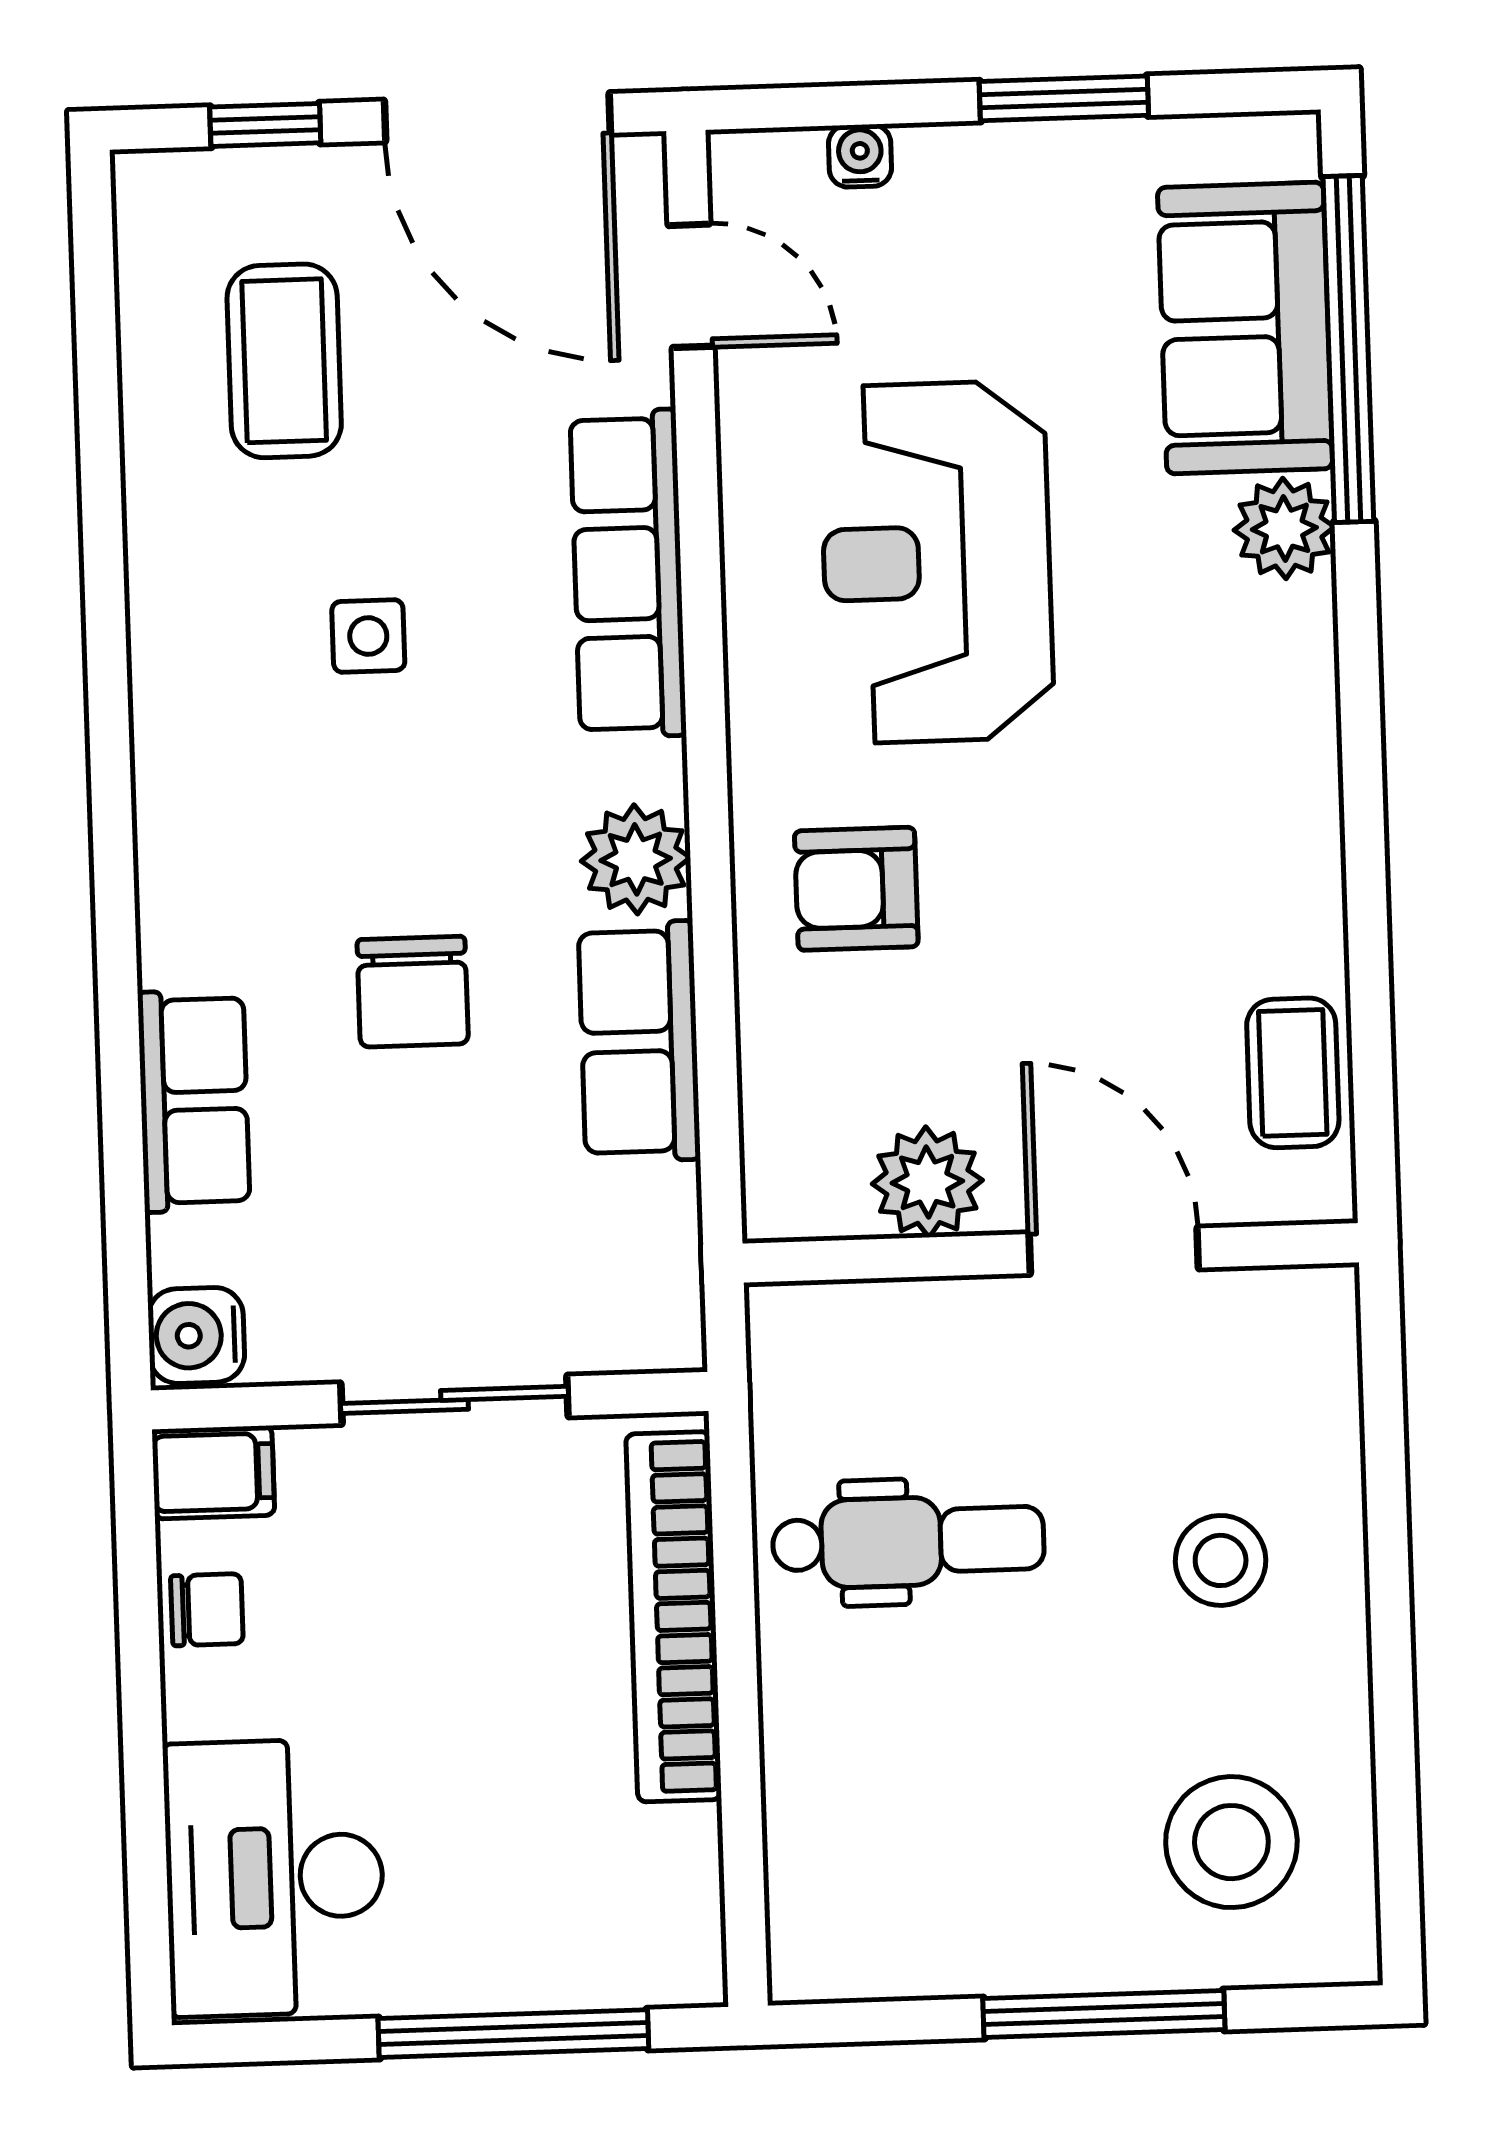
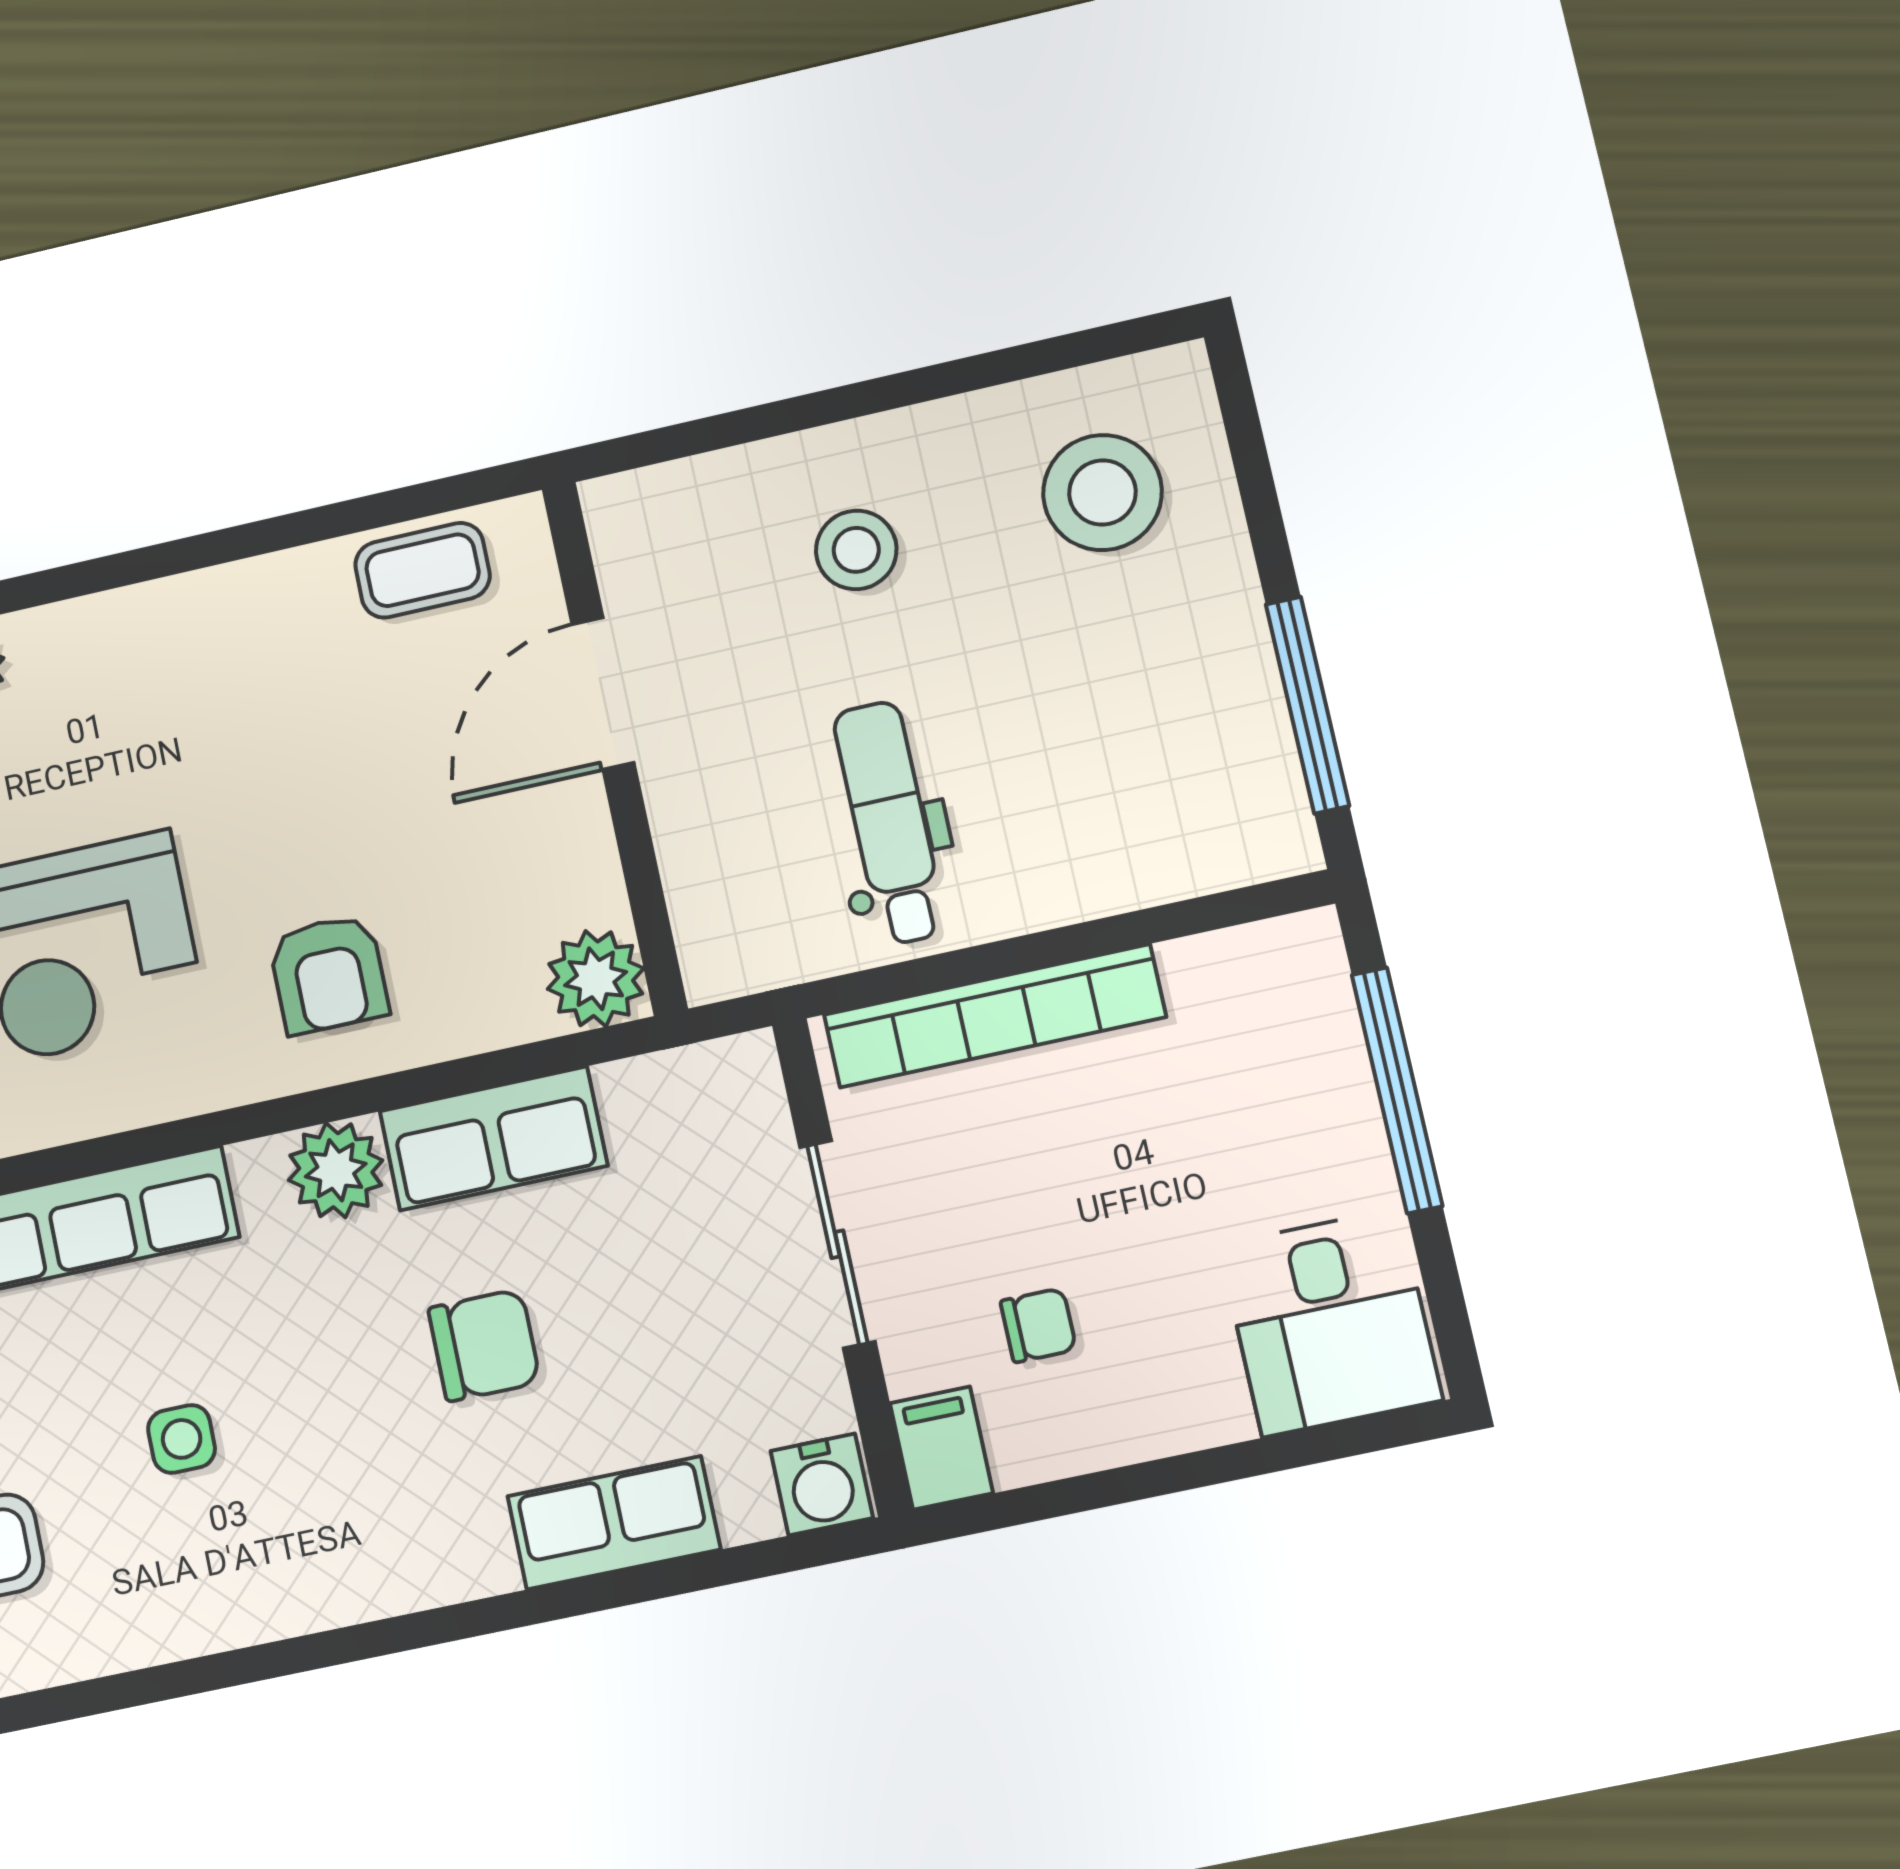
plant: (927, 1182) -> (596, 979), moved
chair: (207, 1610) -> (1038, 1325), moved, turned 90
desk: (274, 1877) -> (1331, 1323), width x0.73
window: (1104, 2014) -> (1308, 705), moved

